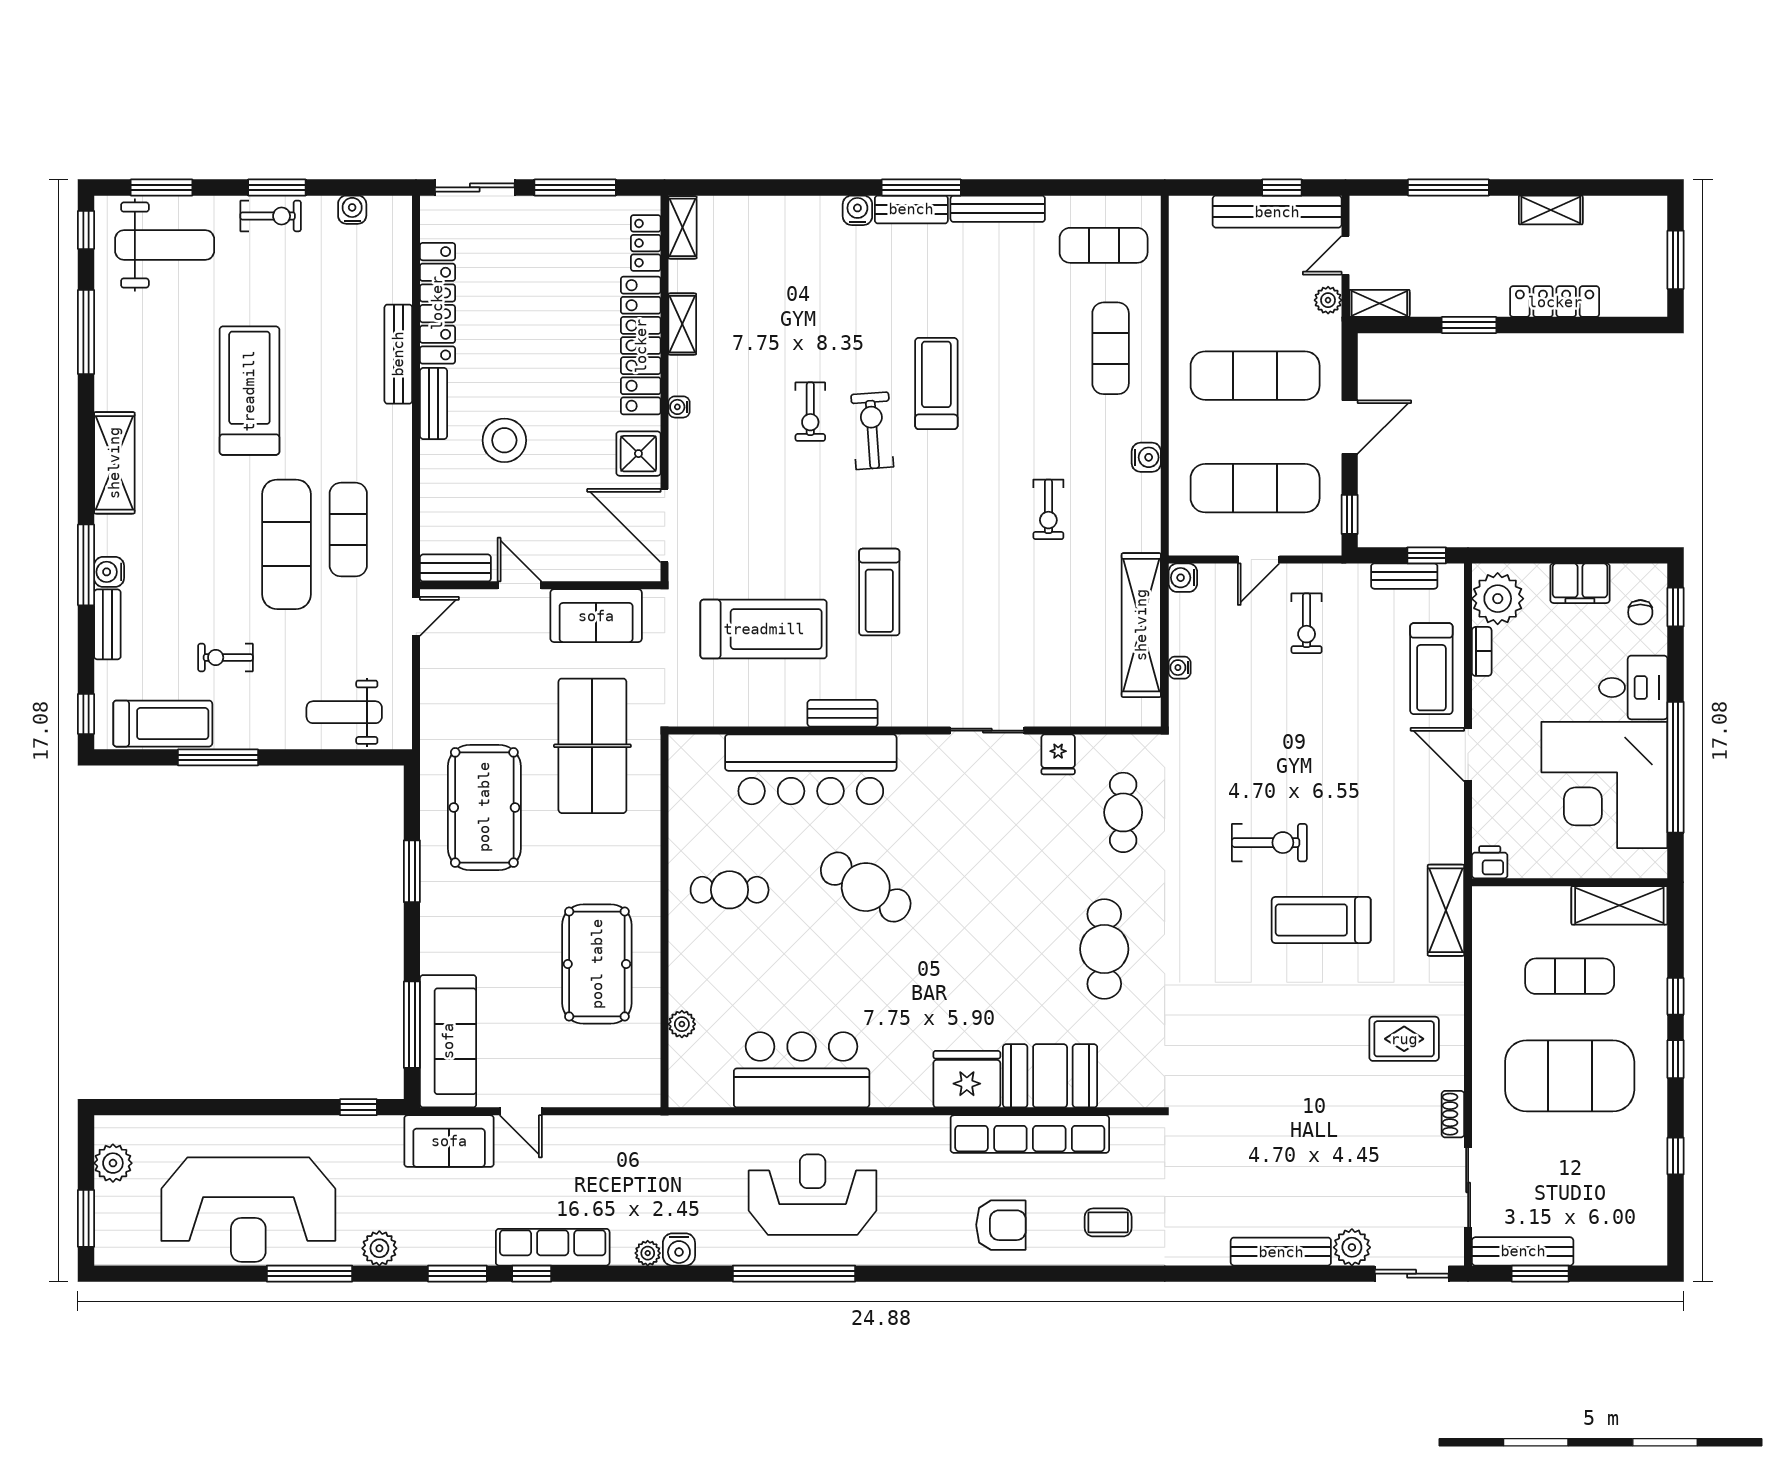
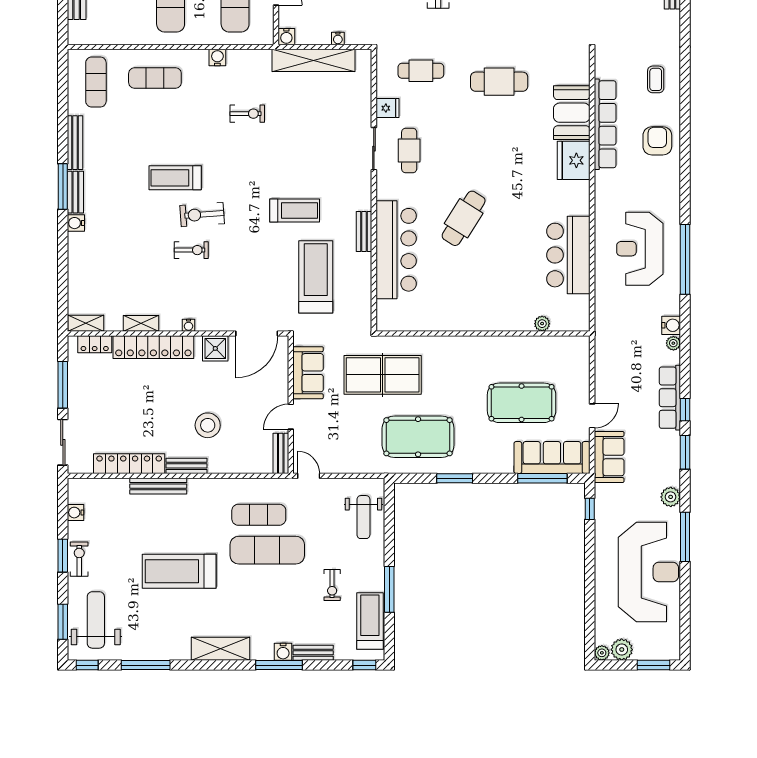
cafe table: (730, 890) -> (409, 150), moved
pool table: (597, 964) -> (522, 403), moved
plant: (107, 1128) -> (602, 653), added

